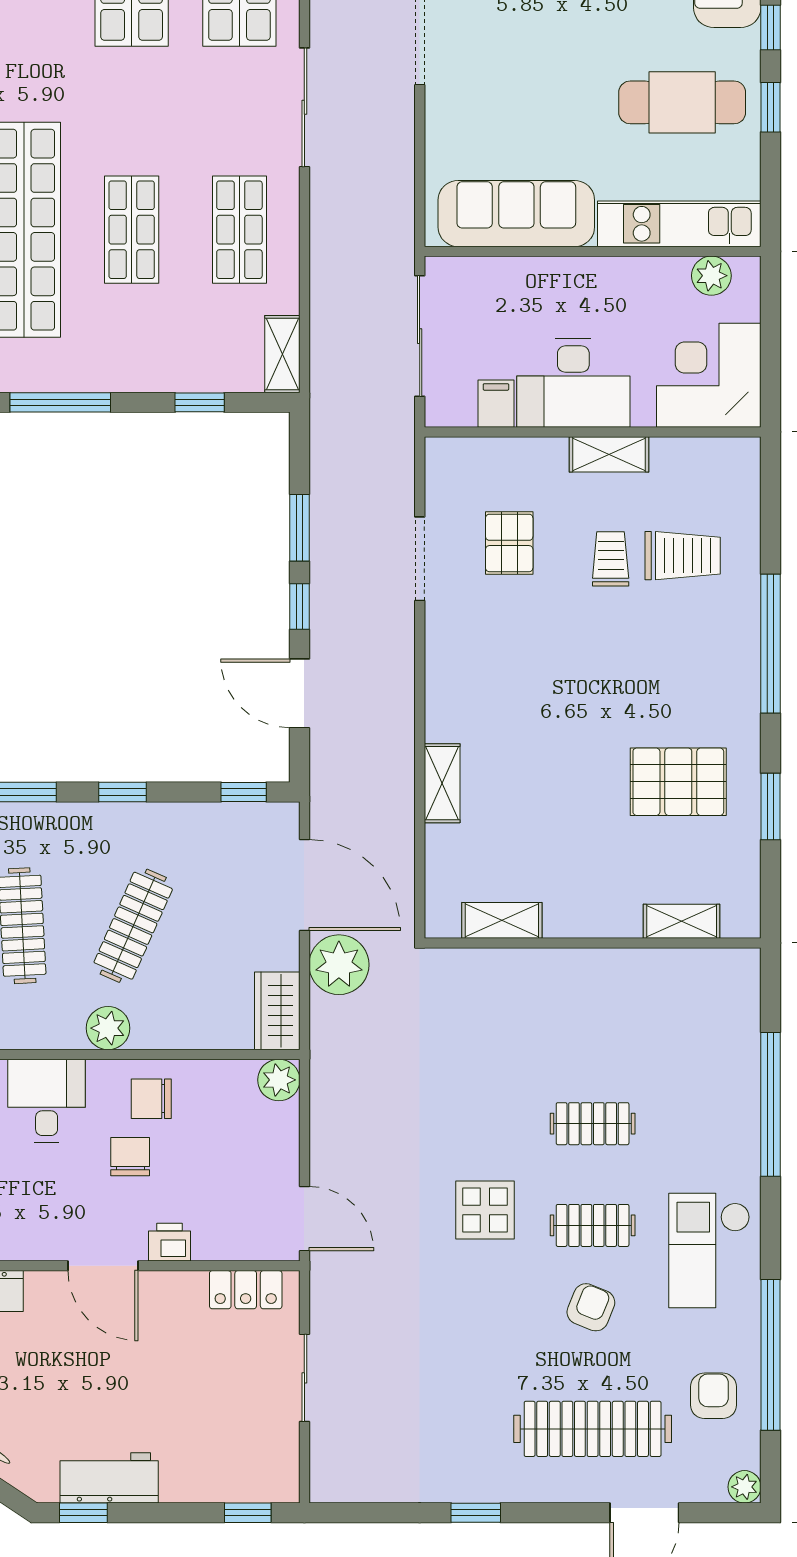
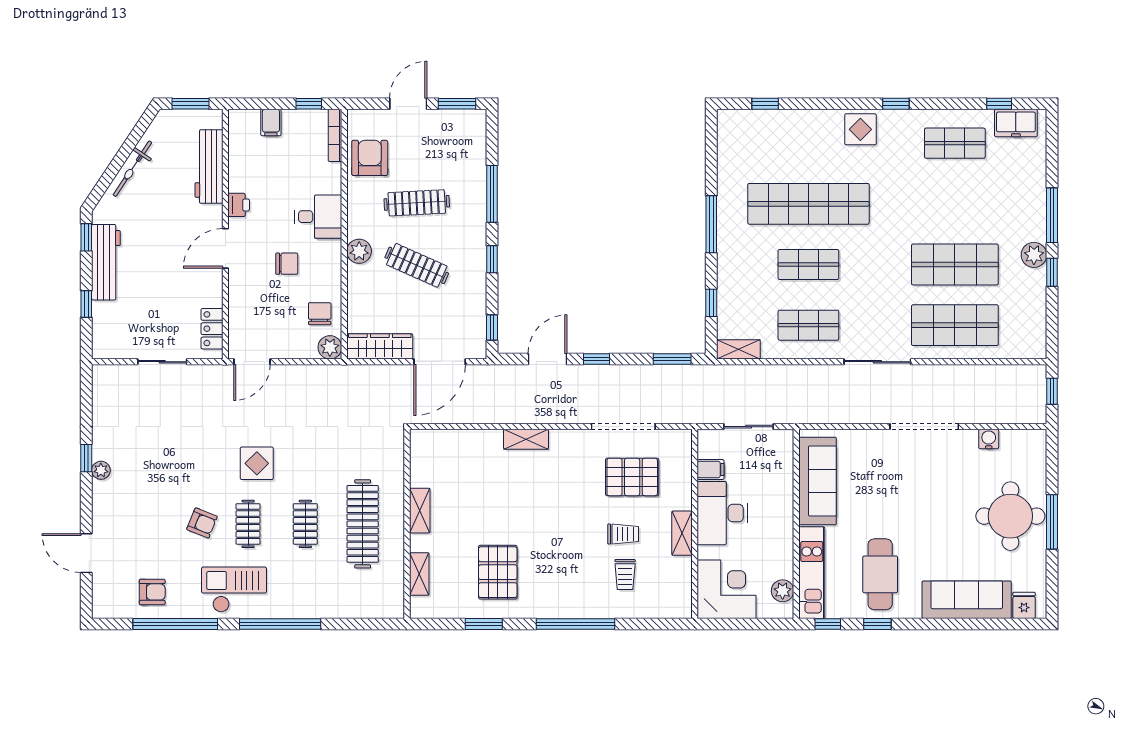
window: (770, 27) -> (828, 624), moved
sliding door: (420, 336) -> (749, 427), width x0.73
window: (299, 528) -> (672, 359), moved
pallet: (509, 543) -> (632, 477), width x1.50, depth x1.42
trolley: (683, 556) -> (625, 575), width x0.73, depth x0.72
doorway: (420, 559) -> (623, 427), width x1.36
shelving: (442, 783) -> (526, 439), moved
shelving: (502, 920) -> (420, 511), moved
plant: (339, 965) -> (395, 381), removed
wardrobe: (277, 1011) -> (380, 346), width x1.50
chair: (151, 1099) -> (320, 314), moved
window: (770, 1104) -> (280, 624), moved
printer: (169, 1242) -> (239, 205), moved
clothes rail: (593, 1429) -> (363, 524), moved
workbench: (109, 1478) -> (106, 262), width x1.37
plant: (744, 1487) -> (101, 470), moved
window: (248, 1513) -> (86, 304), moved

